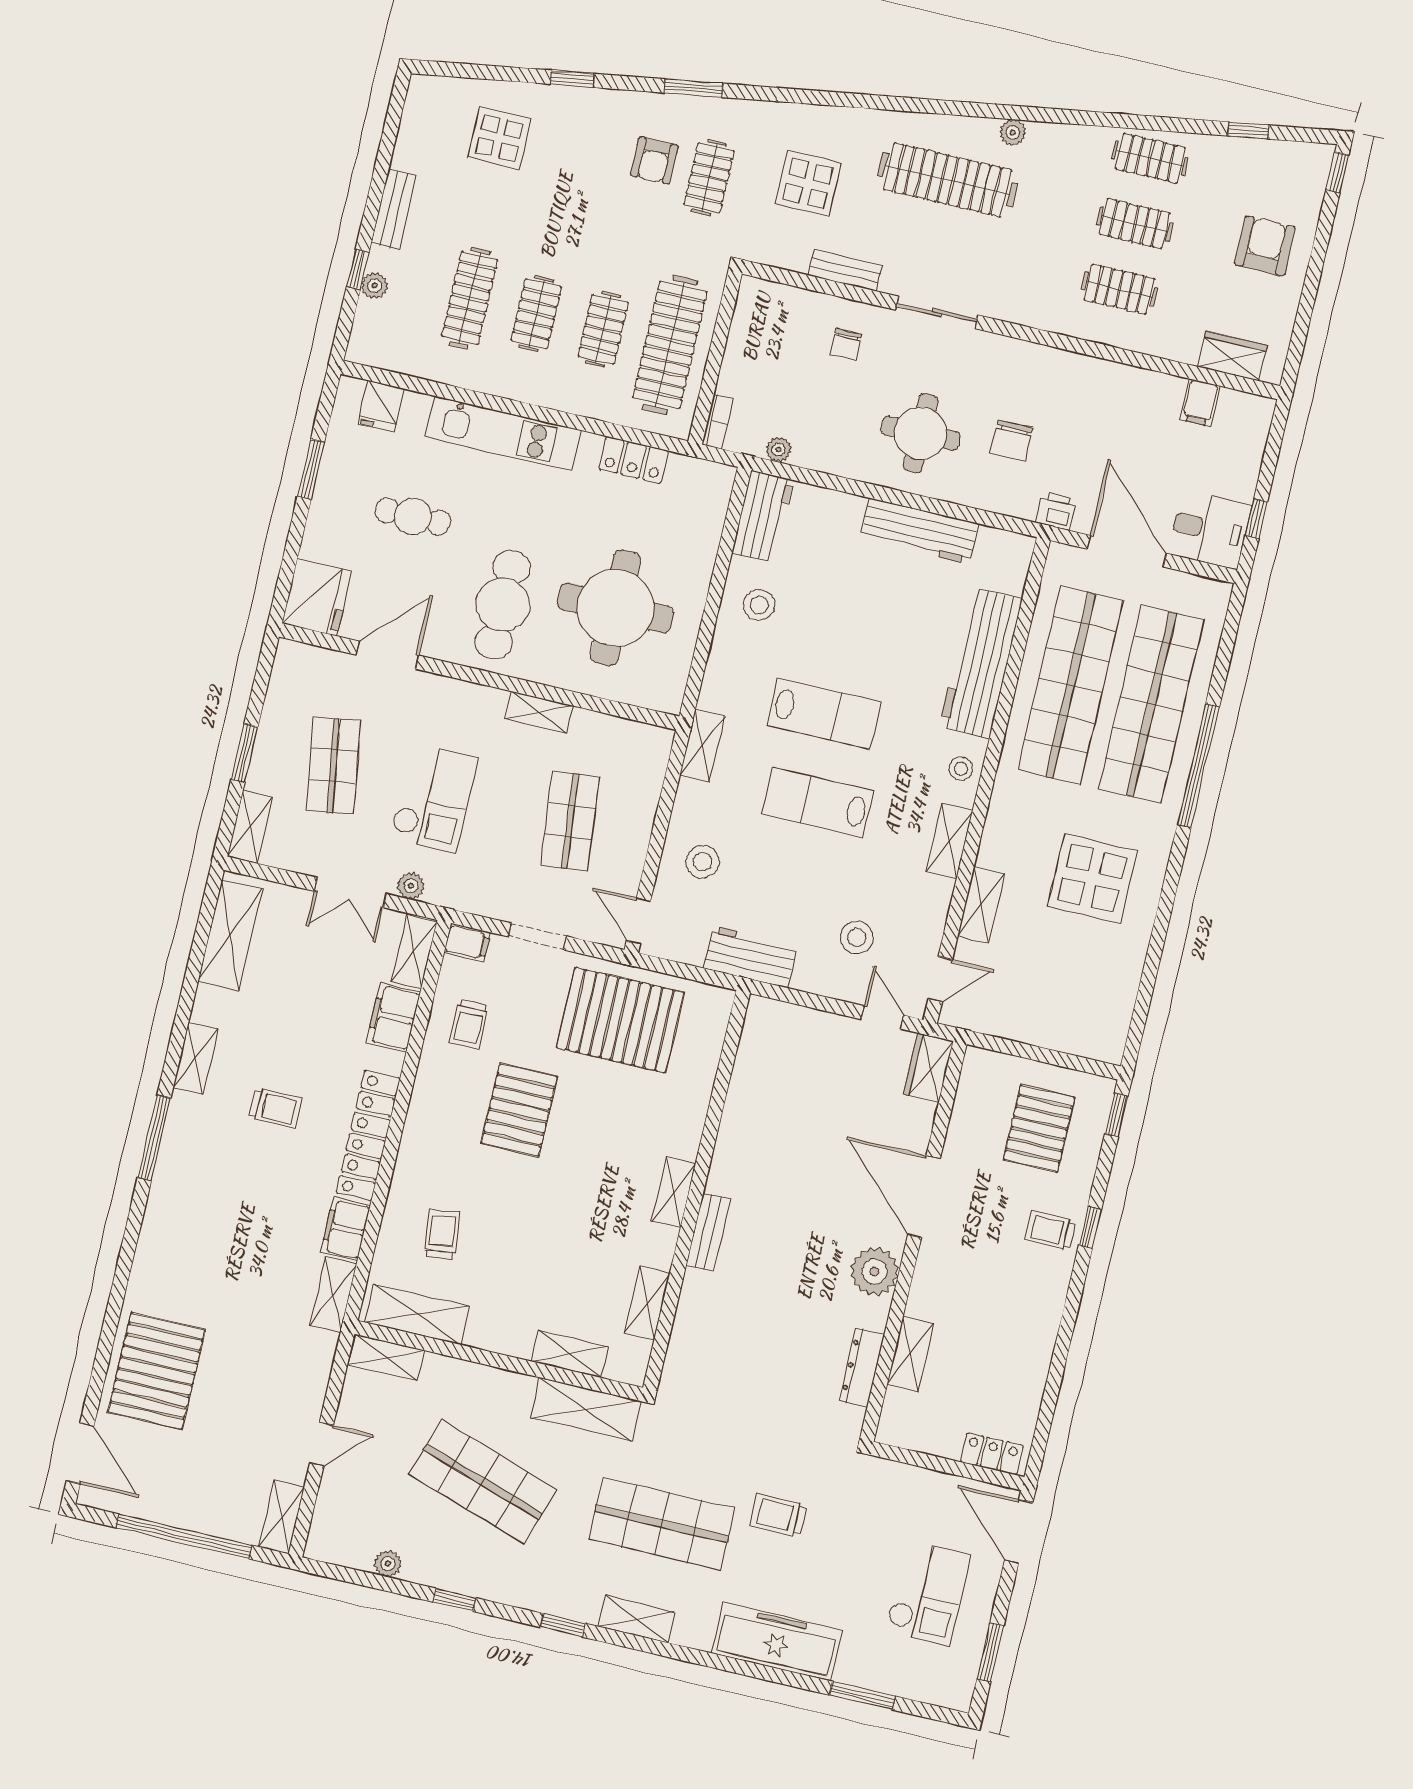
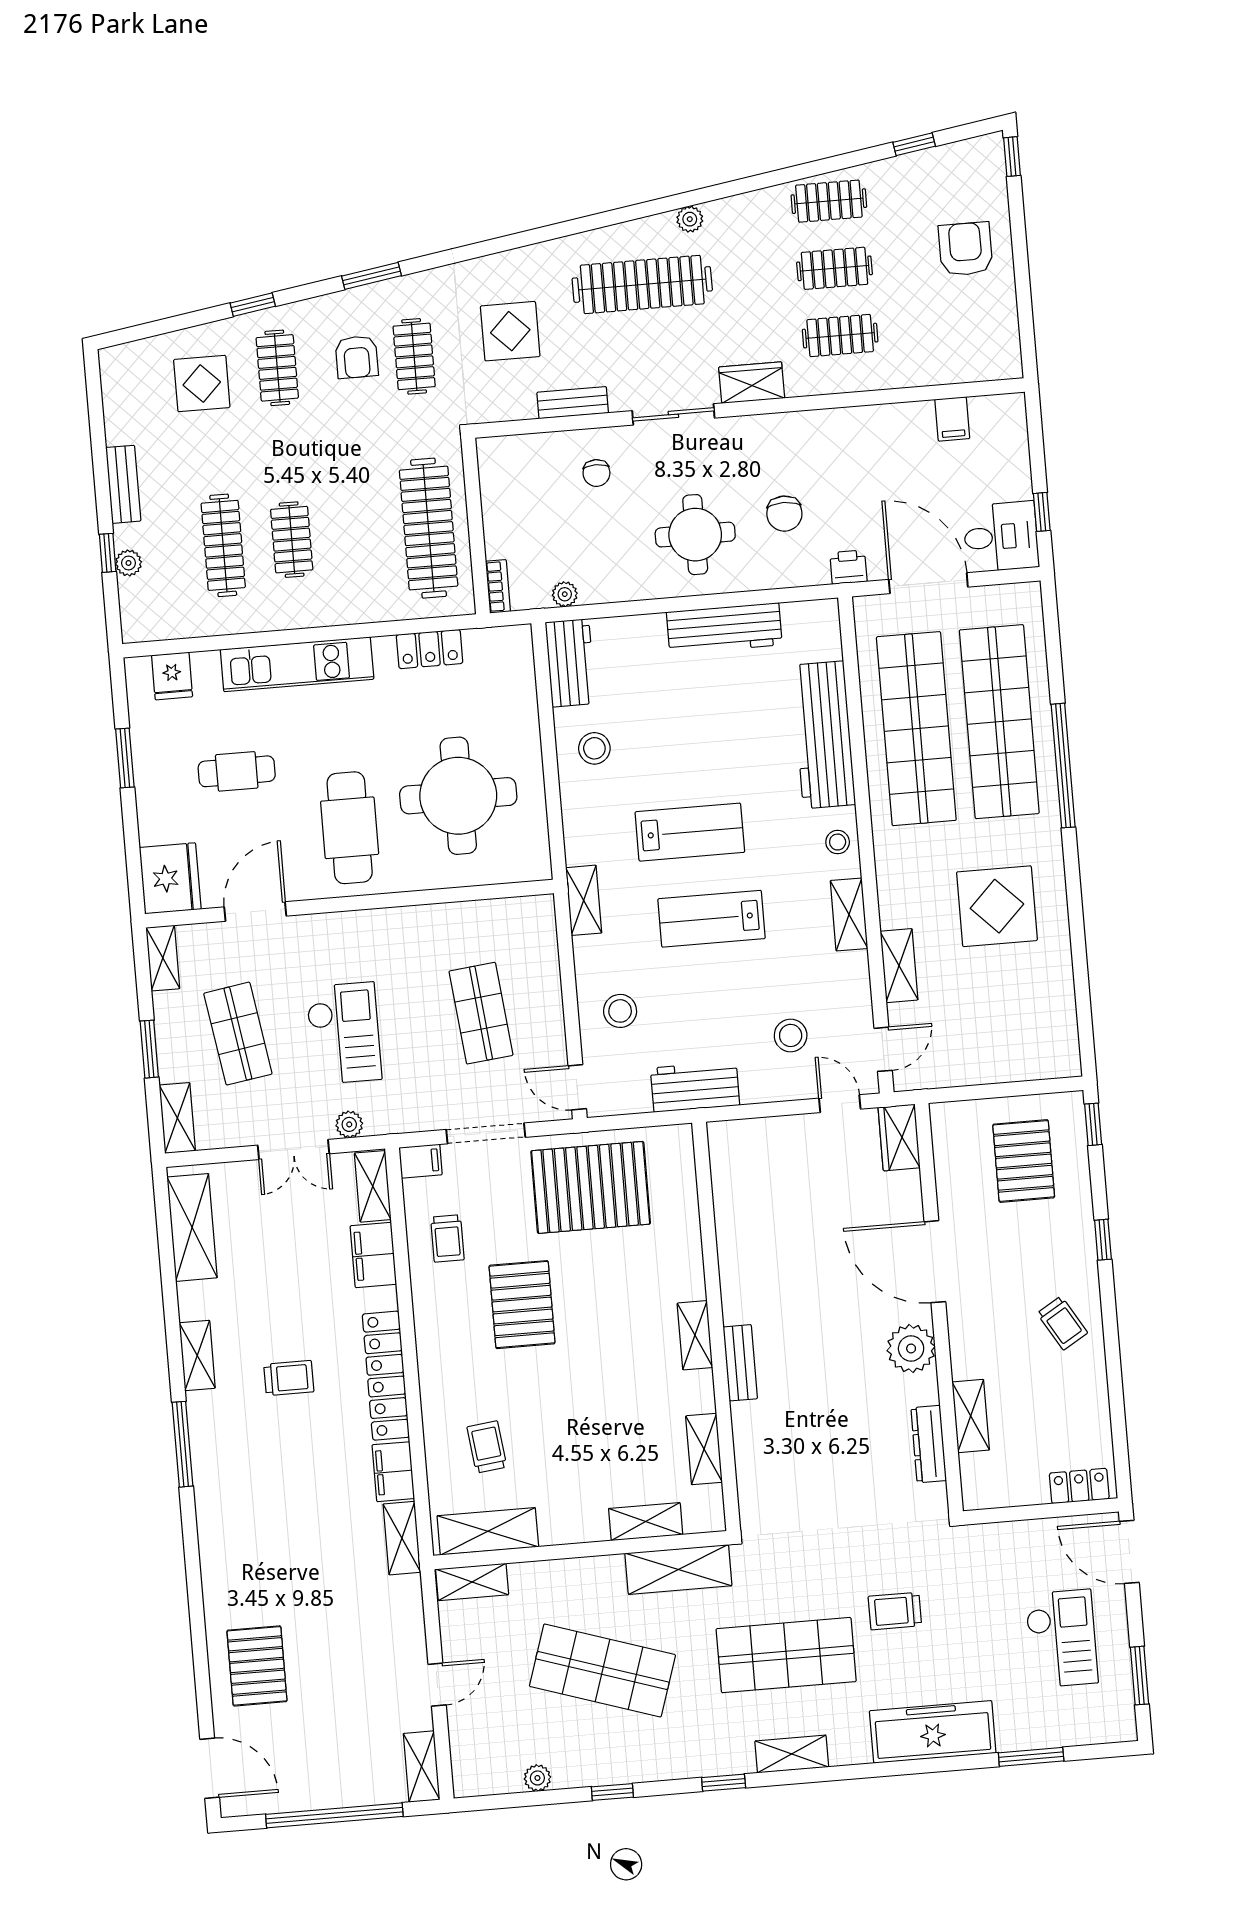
clothes rail: (603, 329) -> (277, 368), moved
wardrobe: (1232, 356) -> (752, 383), moved
shelving: (539, 712) -> (163, 958), moved, turned 90
doorway: (538, 936) -> (486, 1133), width x1.38
trolley: (1050, 1230) -> (1062, 1323), moved, turned -121
pallet: (157, 1371) -> (257, 1666), width x0.73, depth x0.71

